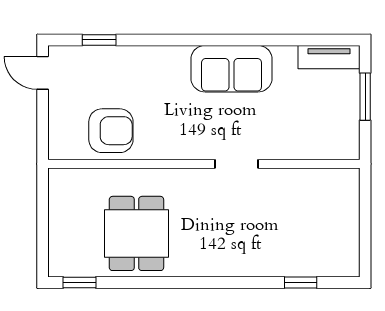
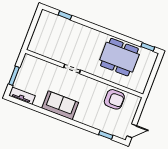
door: (43, 73) -> (132, 131), hinge flipped
armchair: (111, 131) -> (114, 99), turned 180
dining table: (136, 233) -> (119, 57), width x1.38

